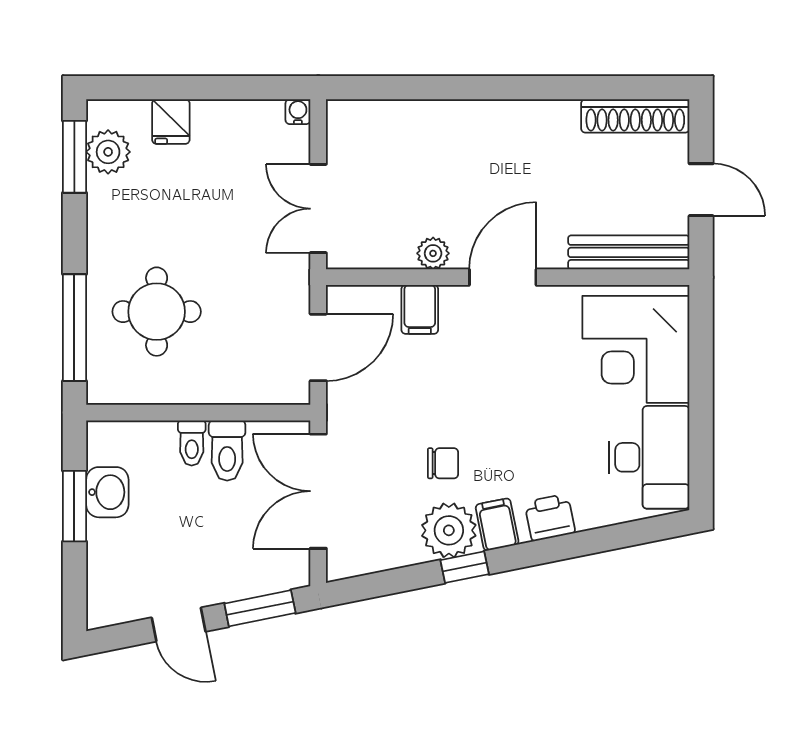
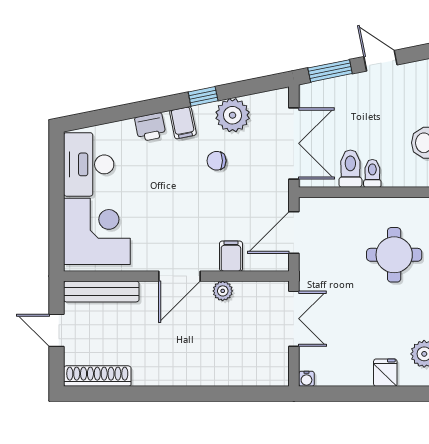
plant: (449, 530) -> (233, 115), moved

